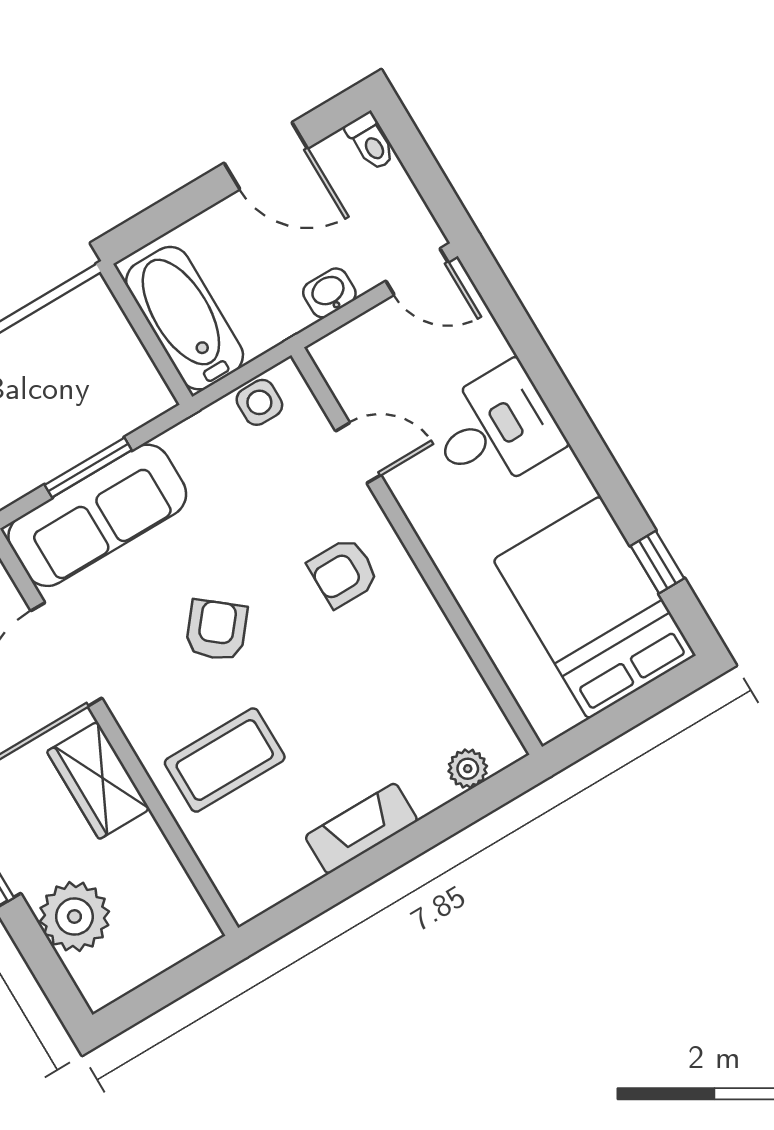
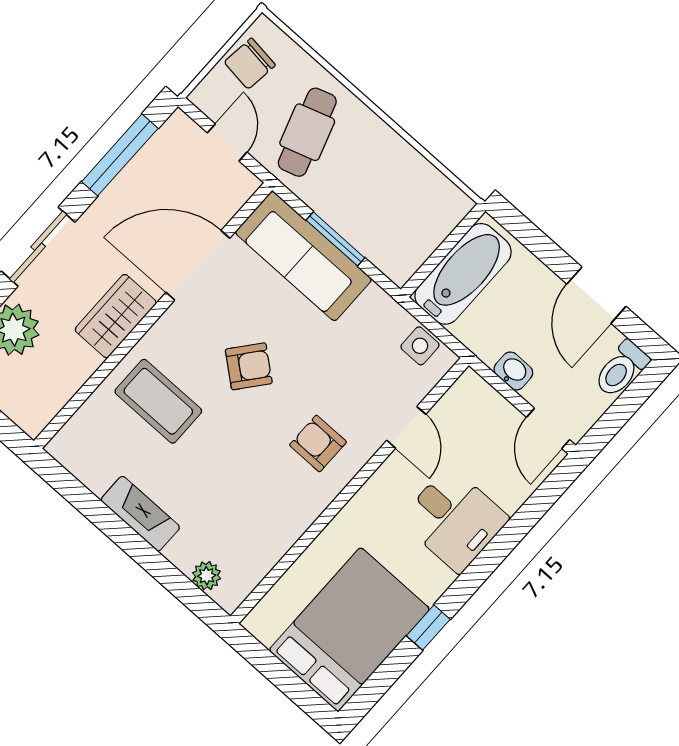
toilet: (371, 142) -> (621, 369), width x1.37, depth x1.39
window: (657, 562) -> (428, 628), moved

